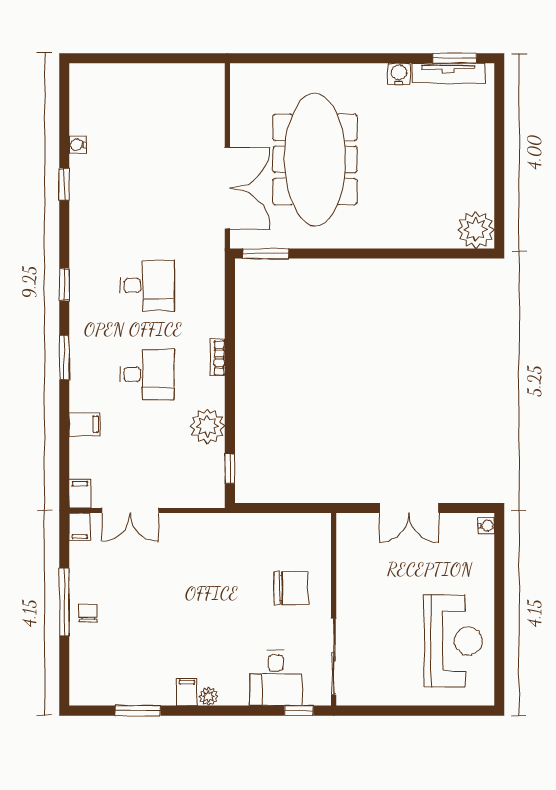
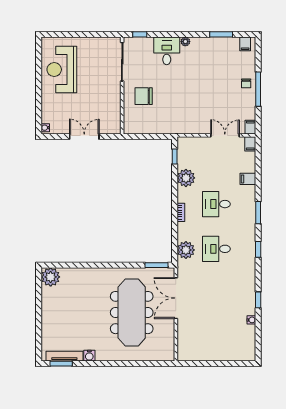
plant: (208, 283) -> (186, 250), added
desk: (276, 678) -> (167, 51), moved
filing cabinet: (187, 692) -> (245, 44), moved

